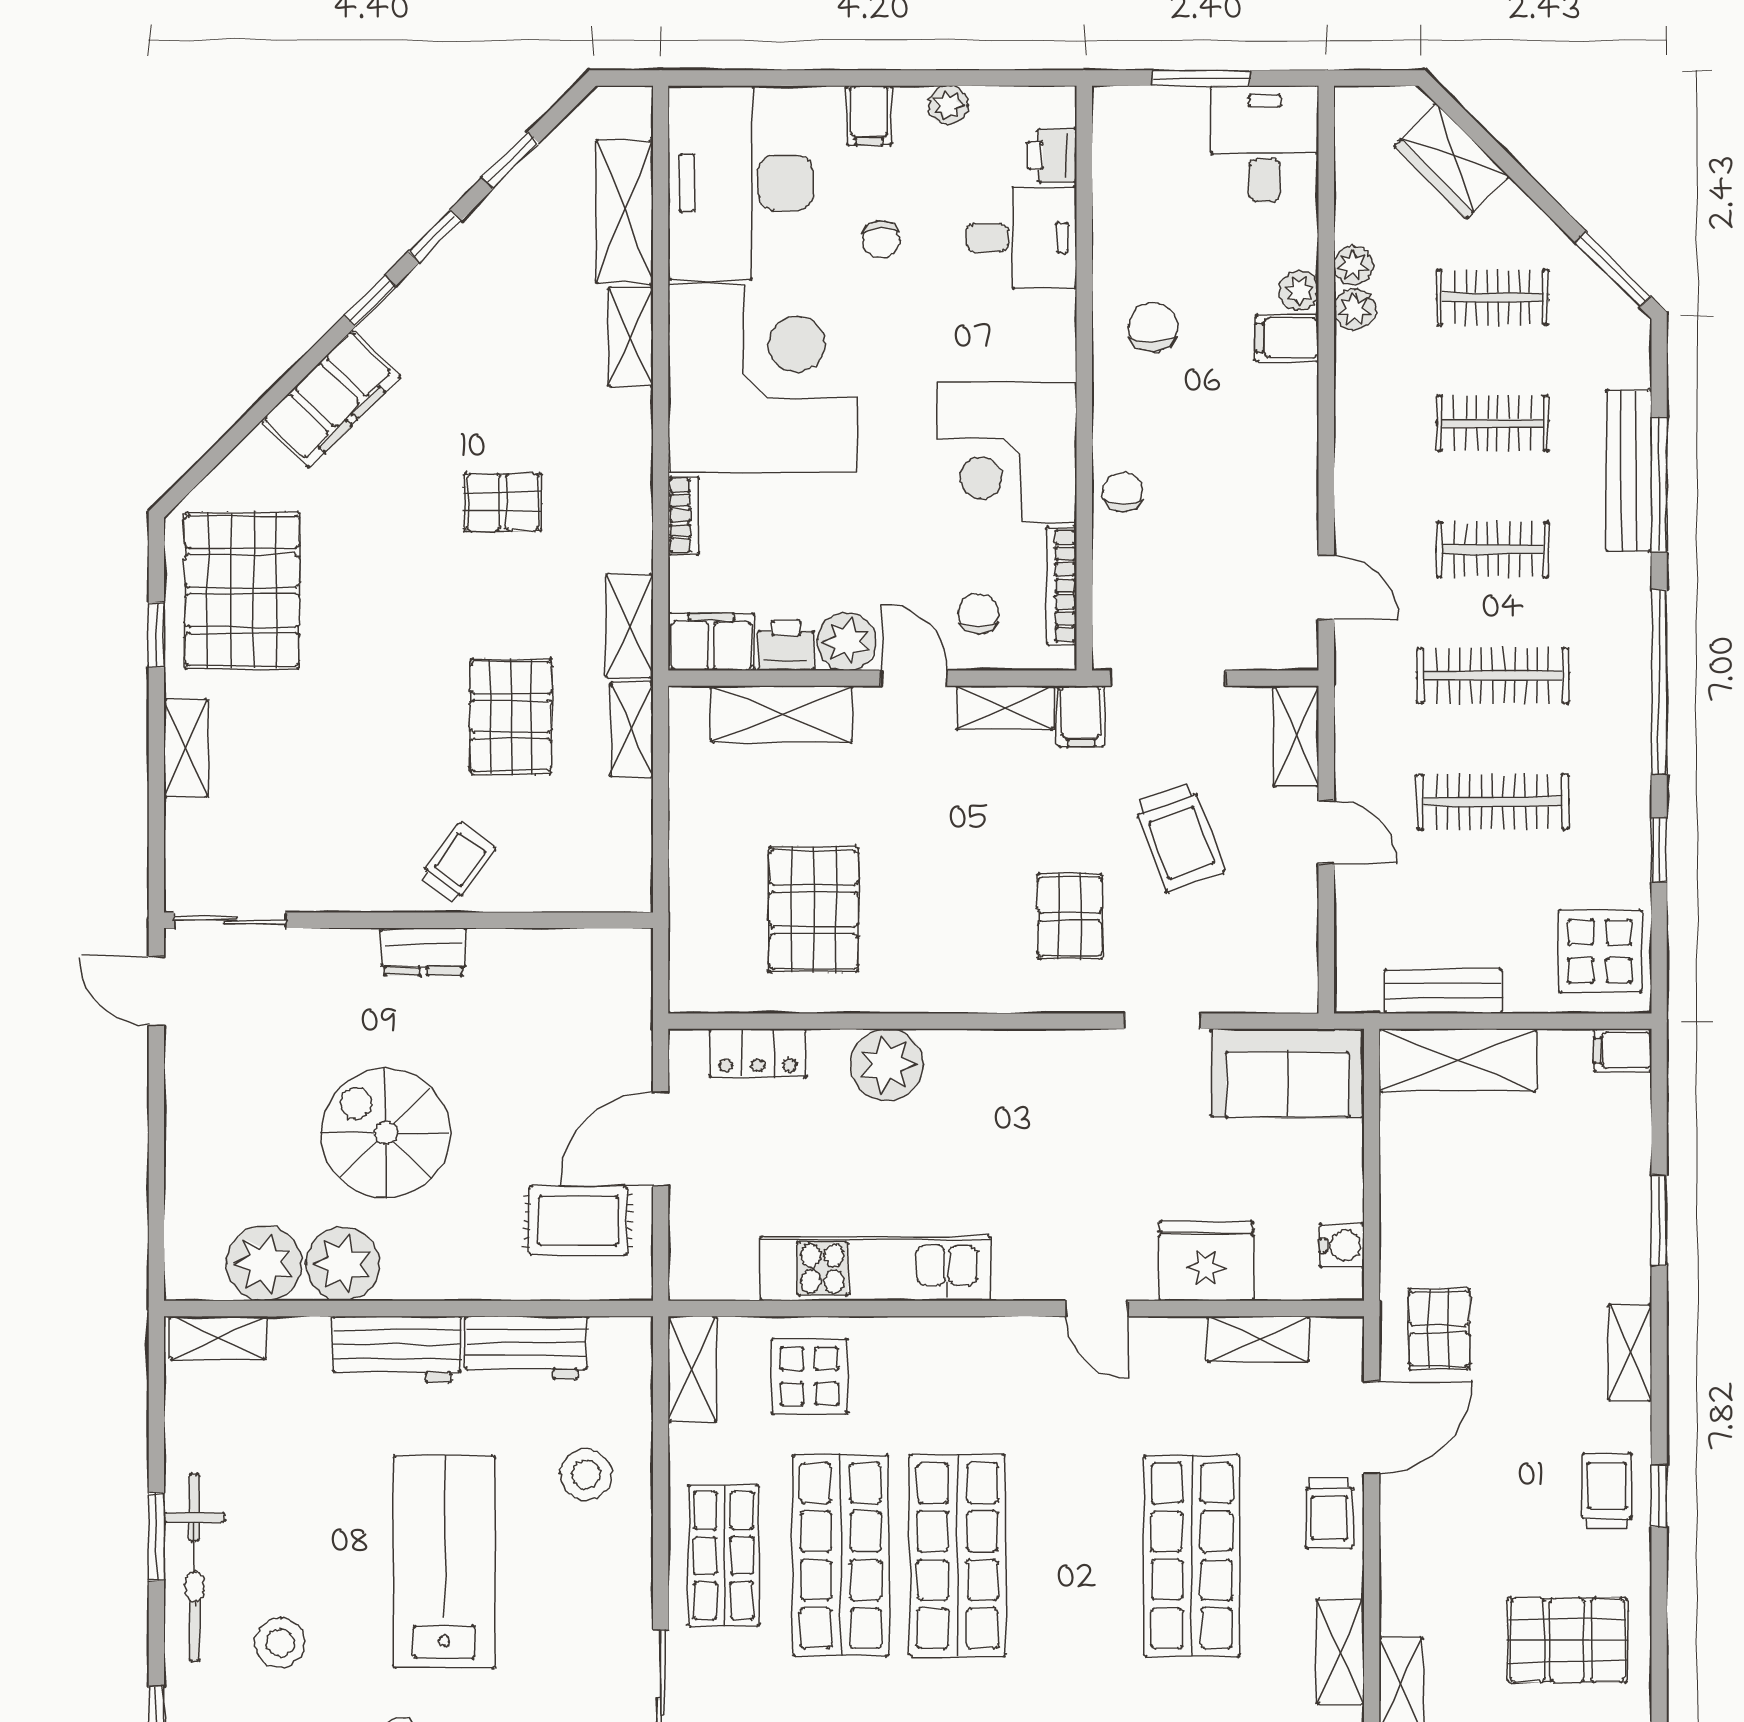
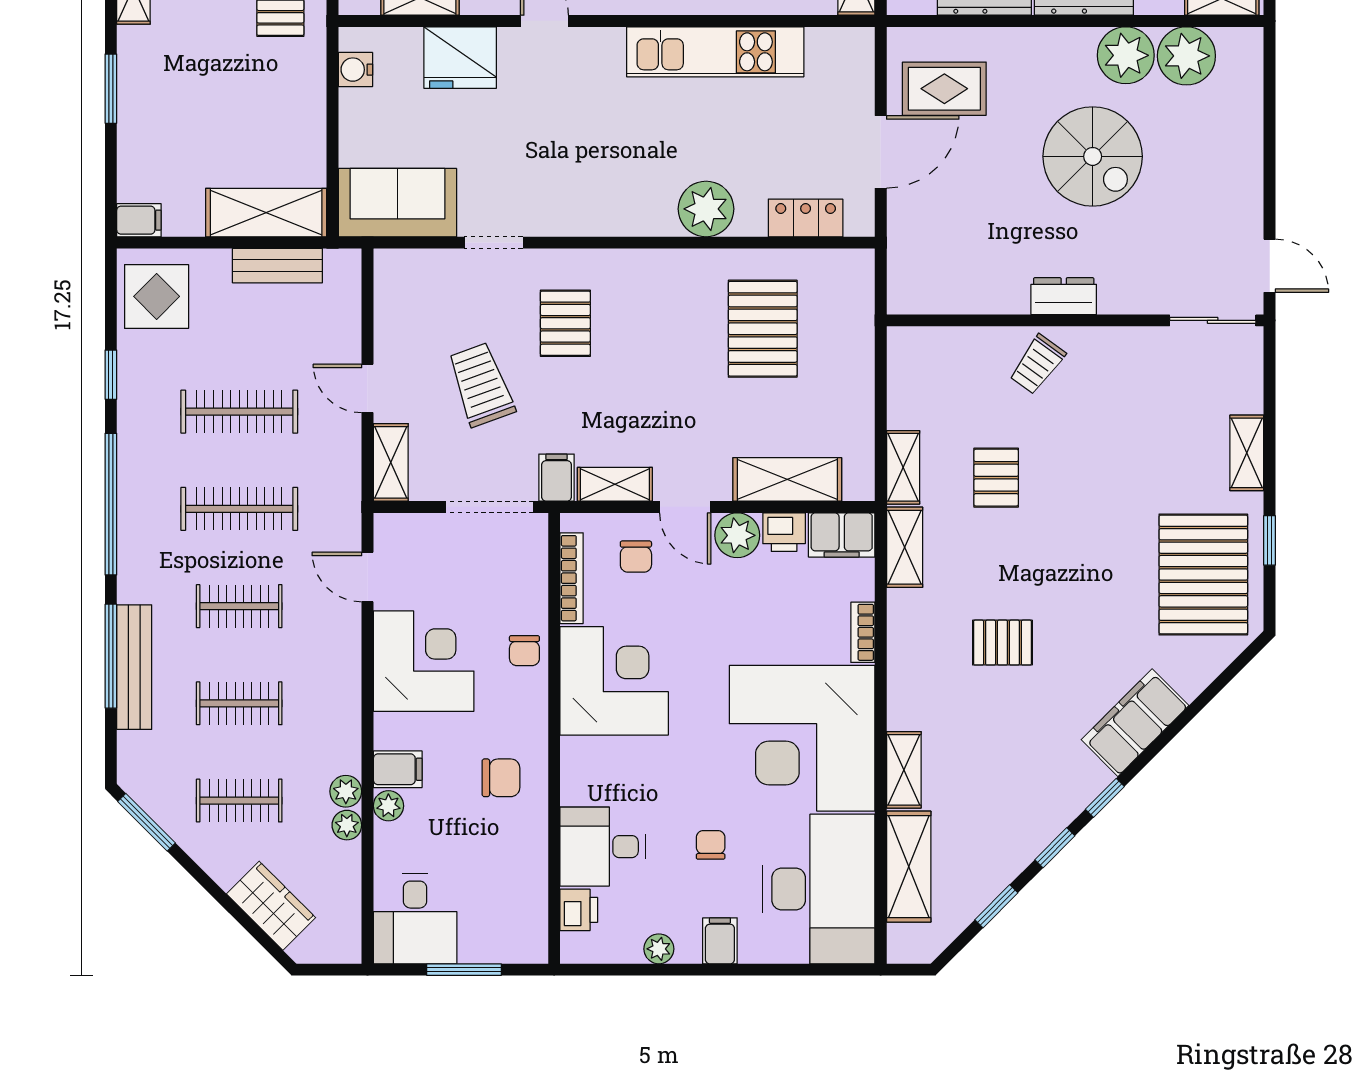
chair: (1153, 327) -> (501, 778), turned -90
corner desk: (1254, 478) -> (424, 661), added
pallet: (511, 716) -> (996, 478), width x0.67, depth x0.71

